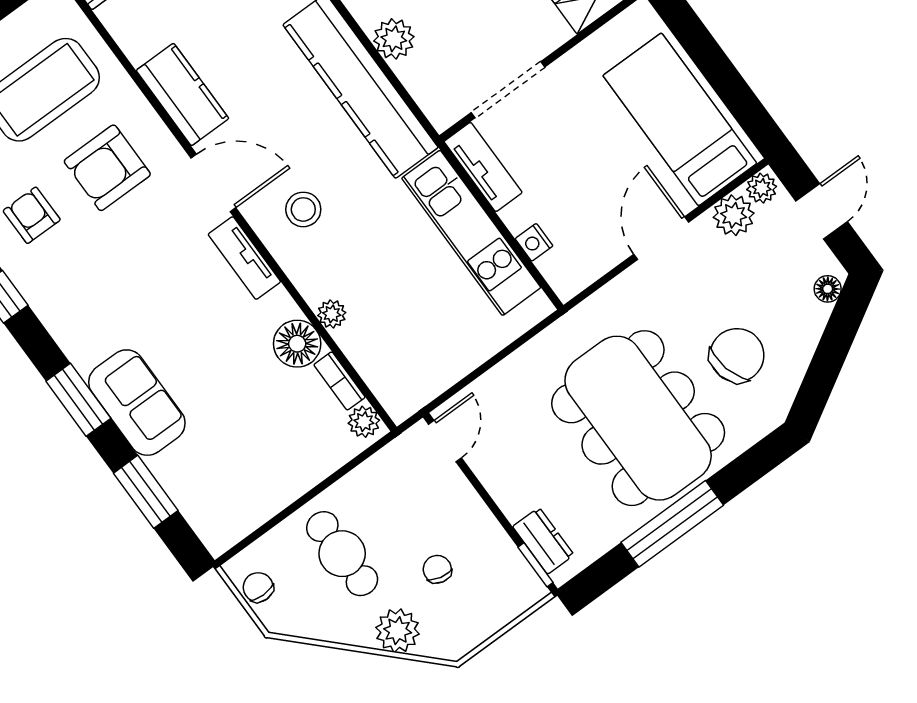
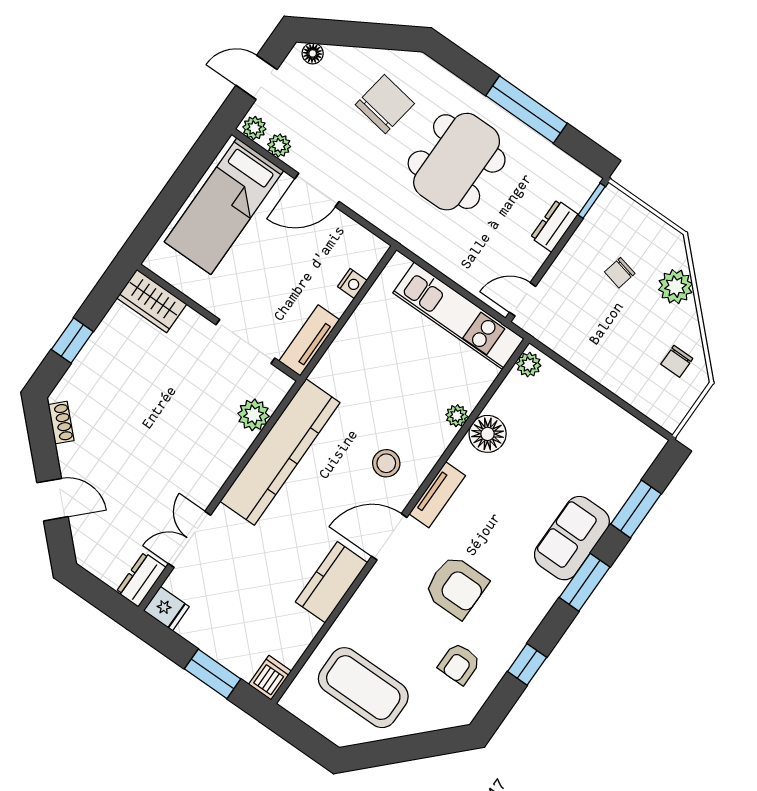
plant: (394, 39) -> (253, 415), moved
armchair: (107, 168) -> (456, 587), moved
door: (213, 183) -> (389, 537), hinge flipped
plant: (734, 215) -> (279, 146), width x0.73, depth x0.73
kitchen unit: (471, 233) -> (458, 316), moved, turned 90
chair: (737, 355) -> (385, 104), turned 113
bookcase: (339, 381) -> (505, 393), removed
dining table: (638, 418) -> (457, 162), width x0.73, depth x0.80
dresser: (543, 541) -> (554, 226), moved
cafe table: (342, 554) -> (632, 347), removed
chair: (258, 587) -> (677, 361), moved

